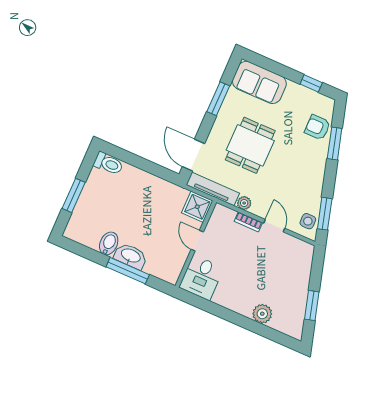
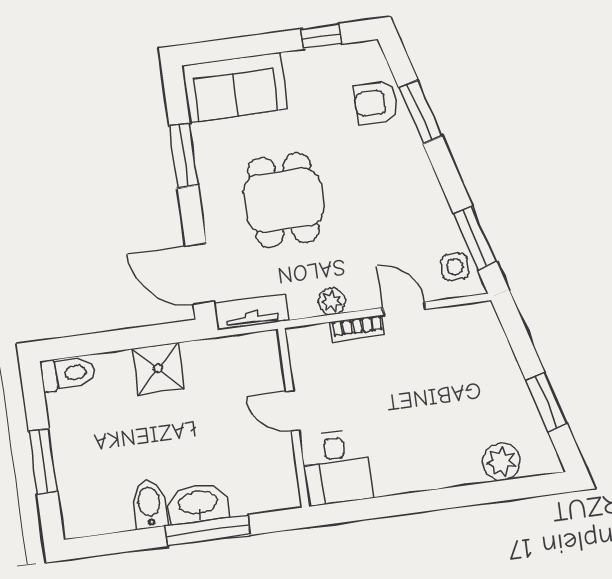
tv unit: (213, 189) -> (251, 312), width x0.71
shower: (197, 207) -> (158, 368), moved
plant: (262, 314) -> (501, 462), moved

